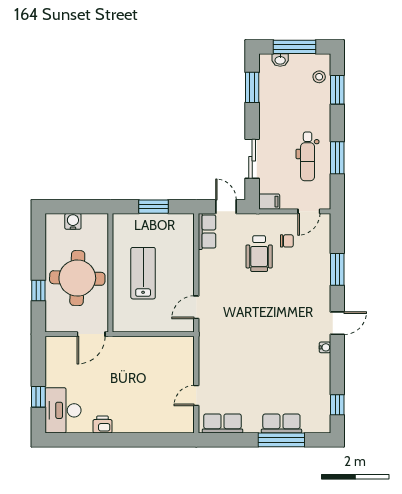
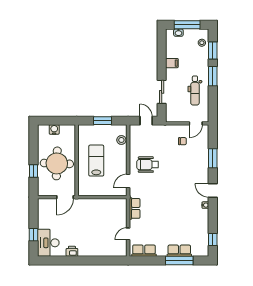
window: (252, 87) -> (162, 49), removed
window: (337, 158) -> (213, 76), moved
filing cabinet: (269, 202) -> (172, 63), moved
row of seats: (207, 231) -> (135, 208), moved
stool: (185, 239) -> (121, 140), added
wheelchair: (259, 254) -> (148, 165), moved, turned 90
door: (337, 323) -> (213, 191), swing flipped

